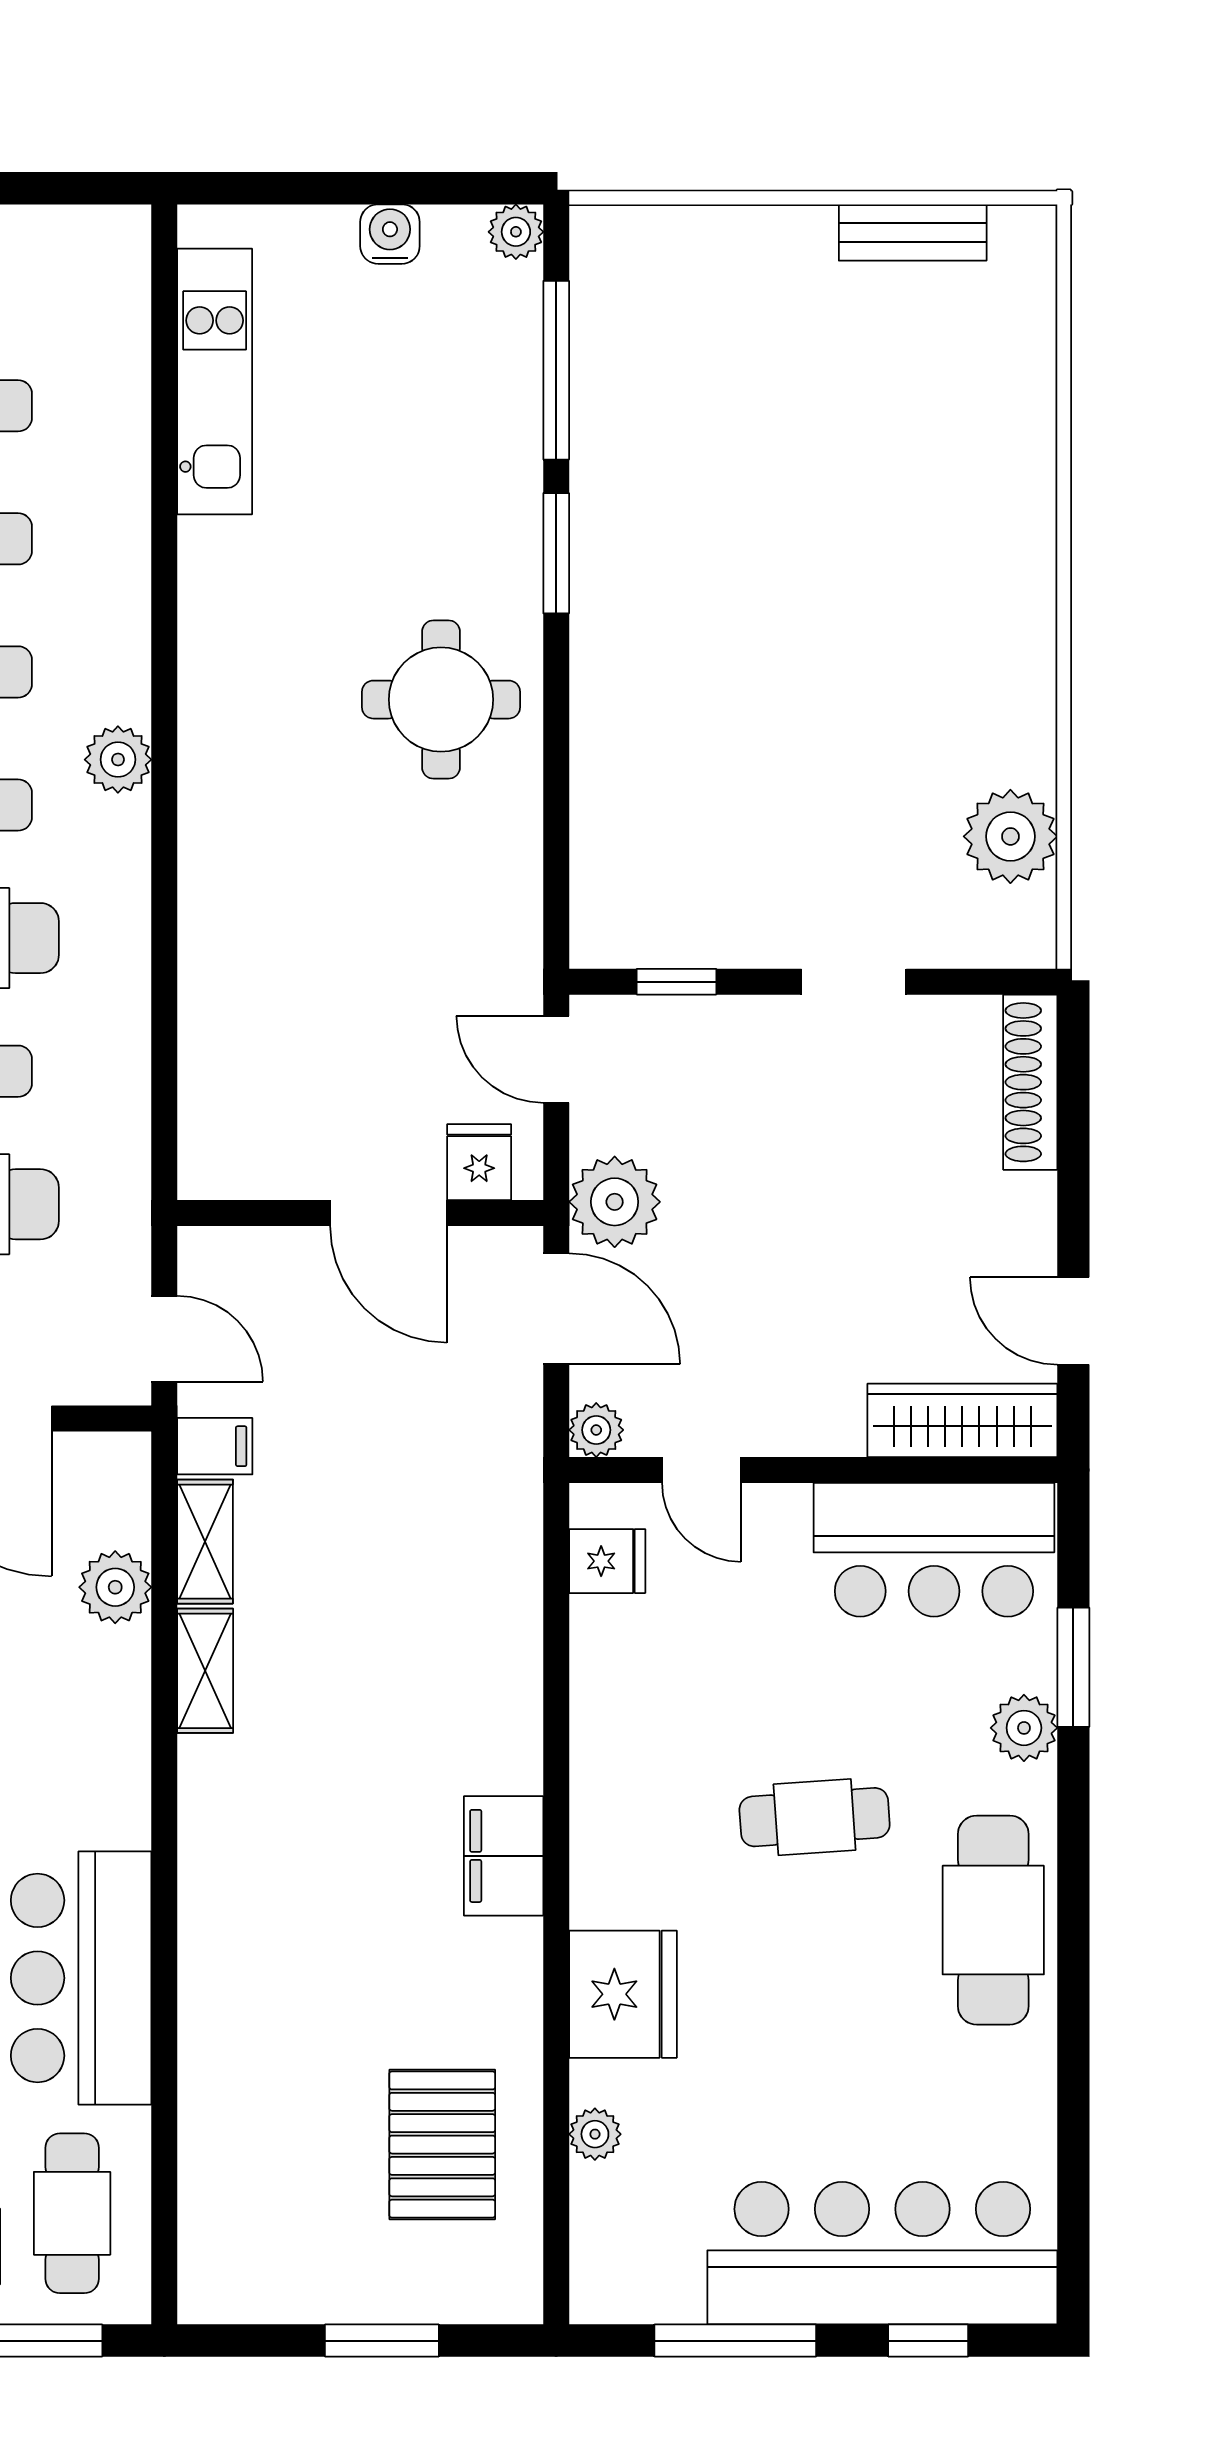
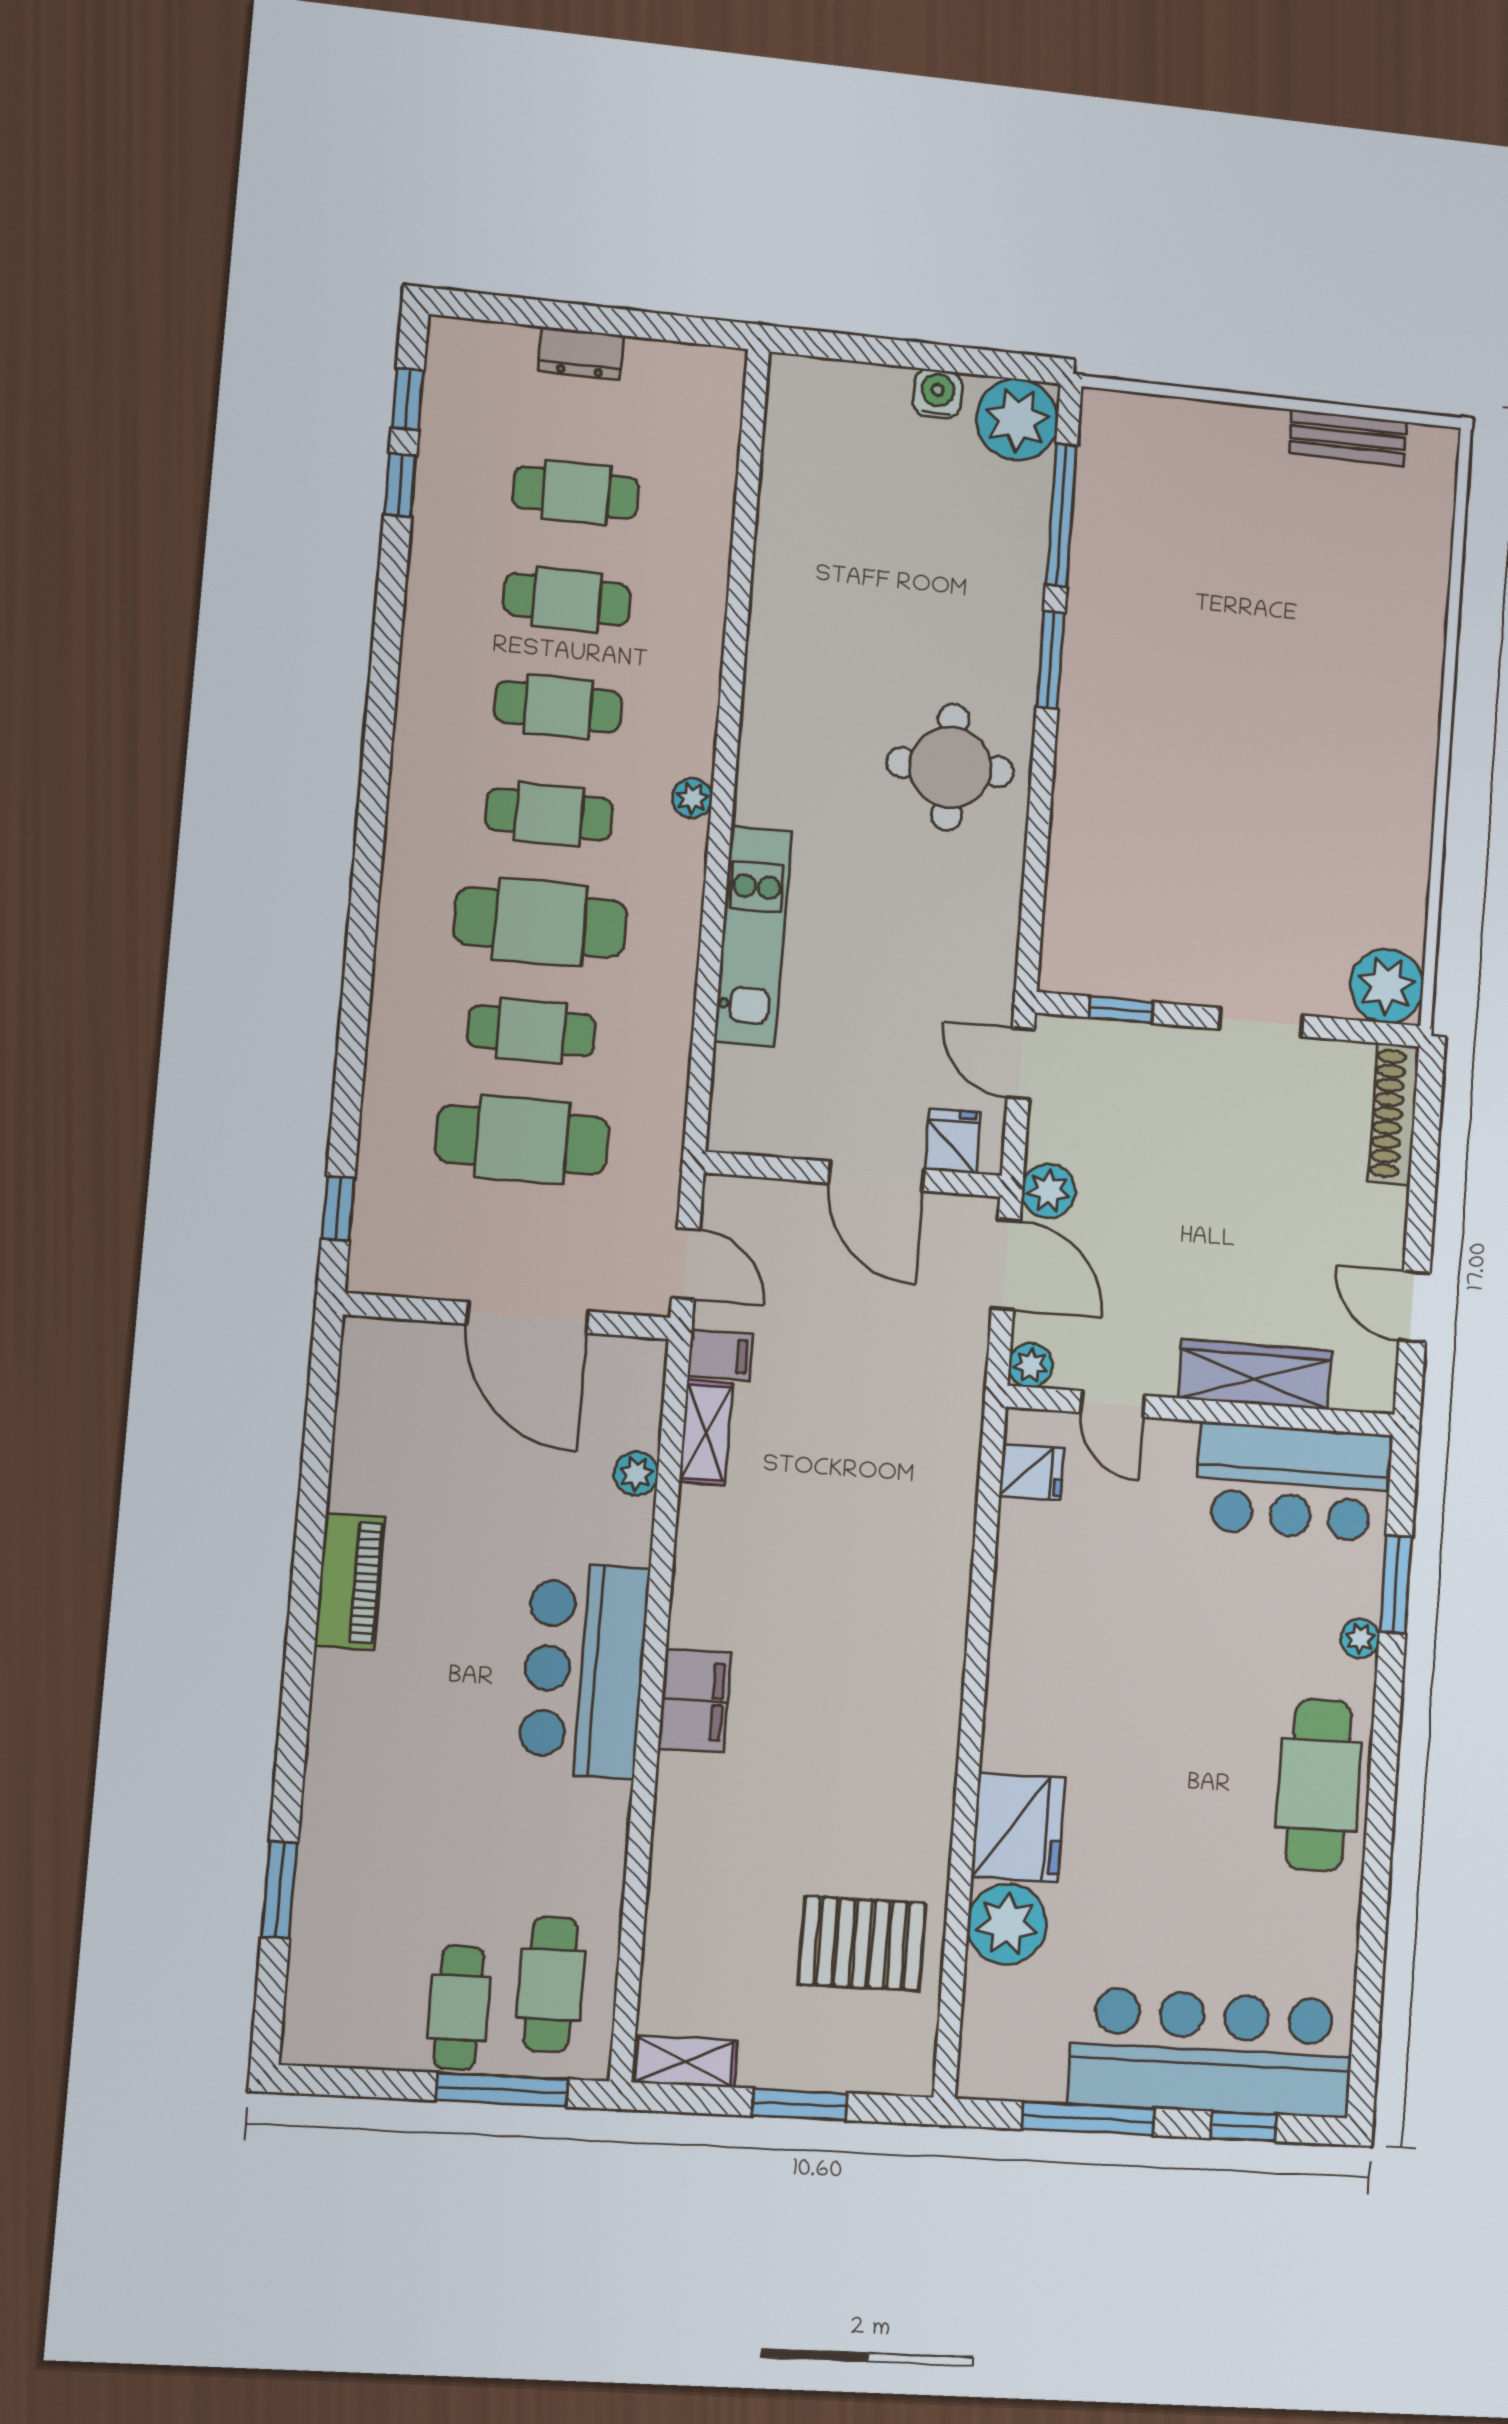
plant: (516, 232) -> (1017, 420), width x1.87, depth x1.87
kitchen unit: (215, 382) -> (753, 936), moved
plant: (118, 760) -> (692, 798), width x0.73, depth x0.73
plant: (1010, 836) -> (1387, 986), moved
plant: (615, 1202) -> (1048, 1191), width x0.73, depth x0.73
wardrobe: (962, 1420) -> (1255, 1375), moved
plant: (115, 1587) -> (636, 1474), width x0.73, depth x0.73
shelving: (205, 1671) -> (685, 2062), moved, turned 90
plant: (1024, 1728) -> (1360, 1639), width x0.73, depth x0.73
cafe table: (815, 1817) -> (1183, 1692), removed
filing cabinet: (504, 1856) -> (695, 1701), moved, turned 180
bar counter: (81, 1978) -> (584, 1670), moved
plant: (595, 2134) -> (1007, 1924), width x1.88, depth x1.88
pallet: (442, 2145) -> (862, 1944), turned 90

